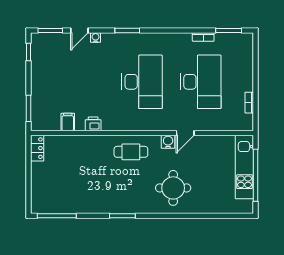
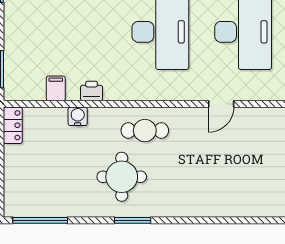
water cooler: (168, 142) -> (78, 116), moved
round table: (173, 188) -> (122, 177), moved

